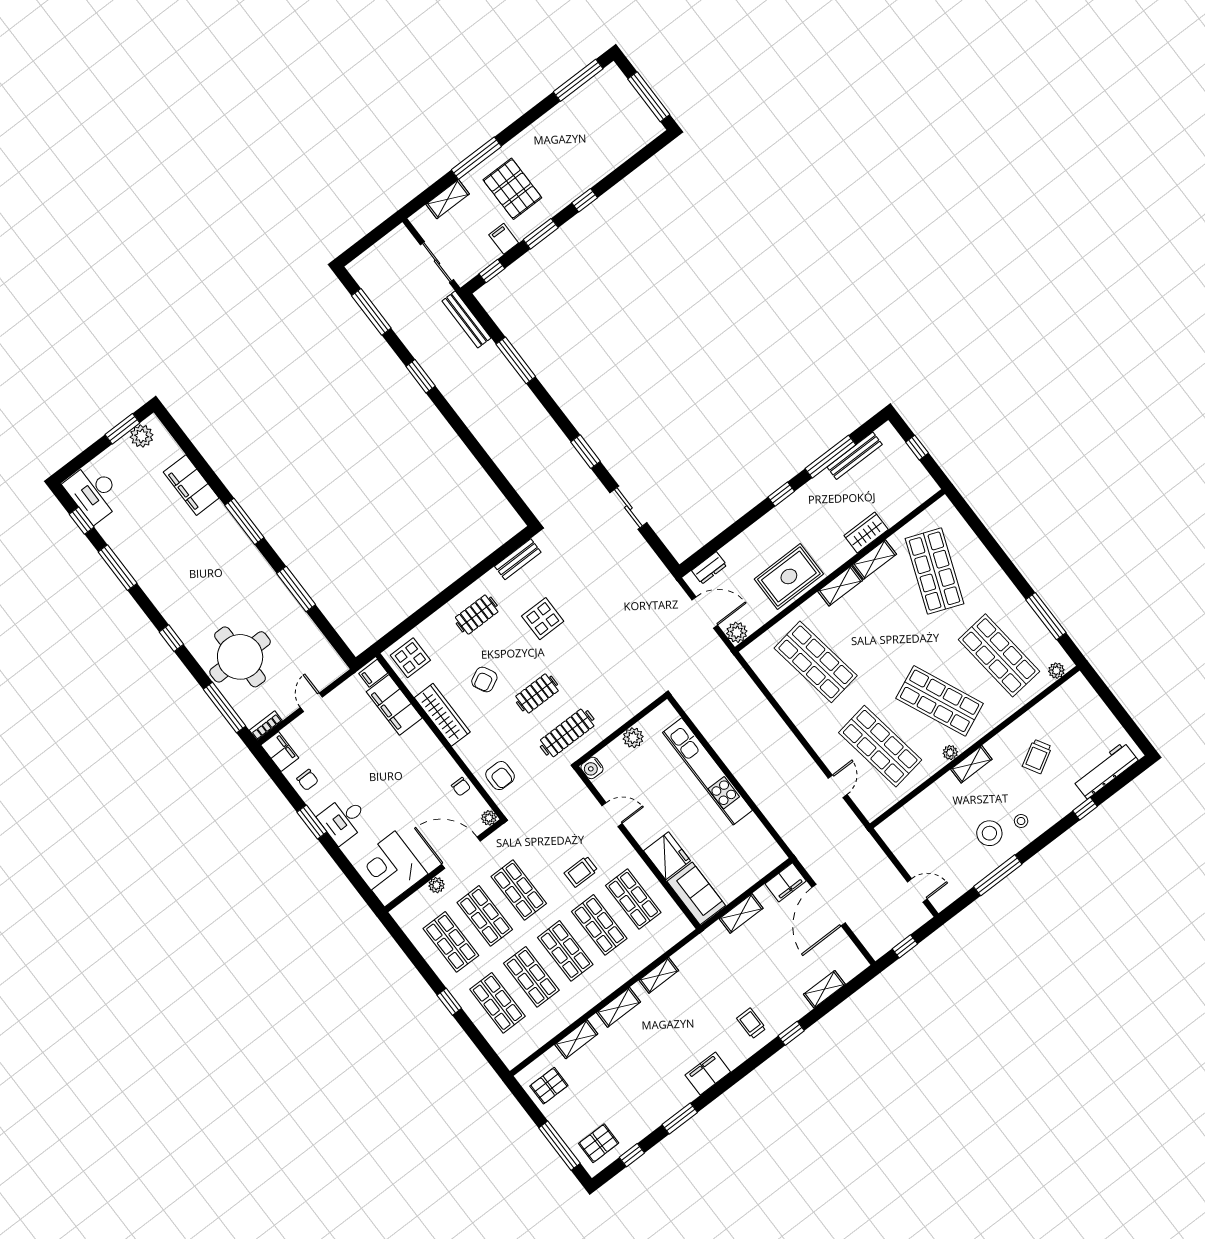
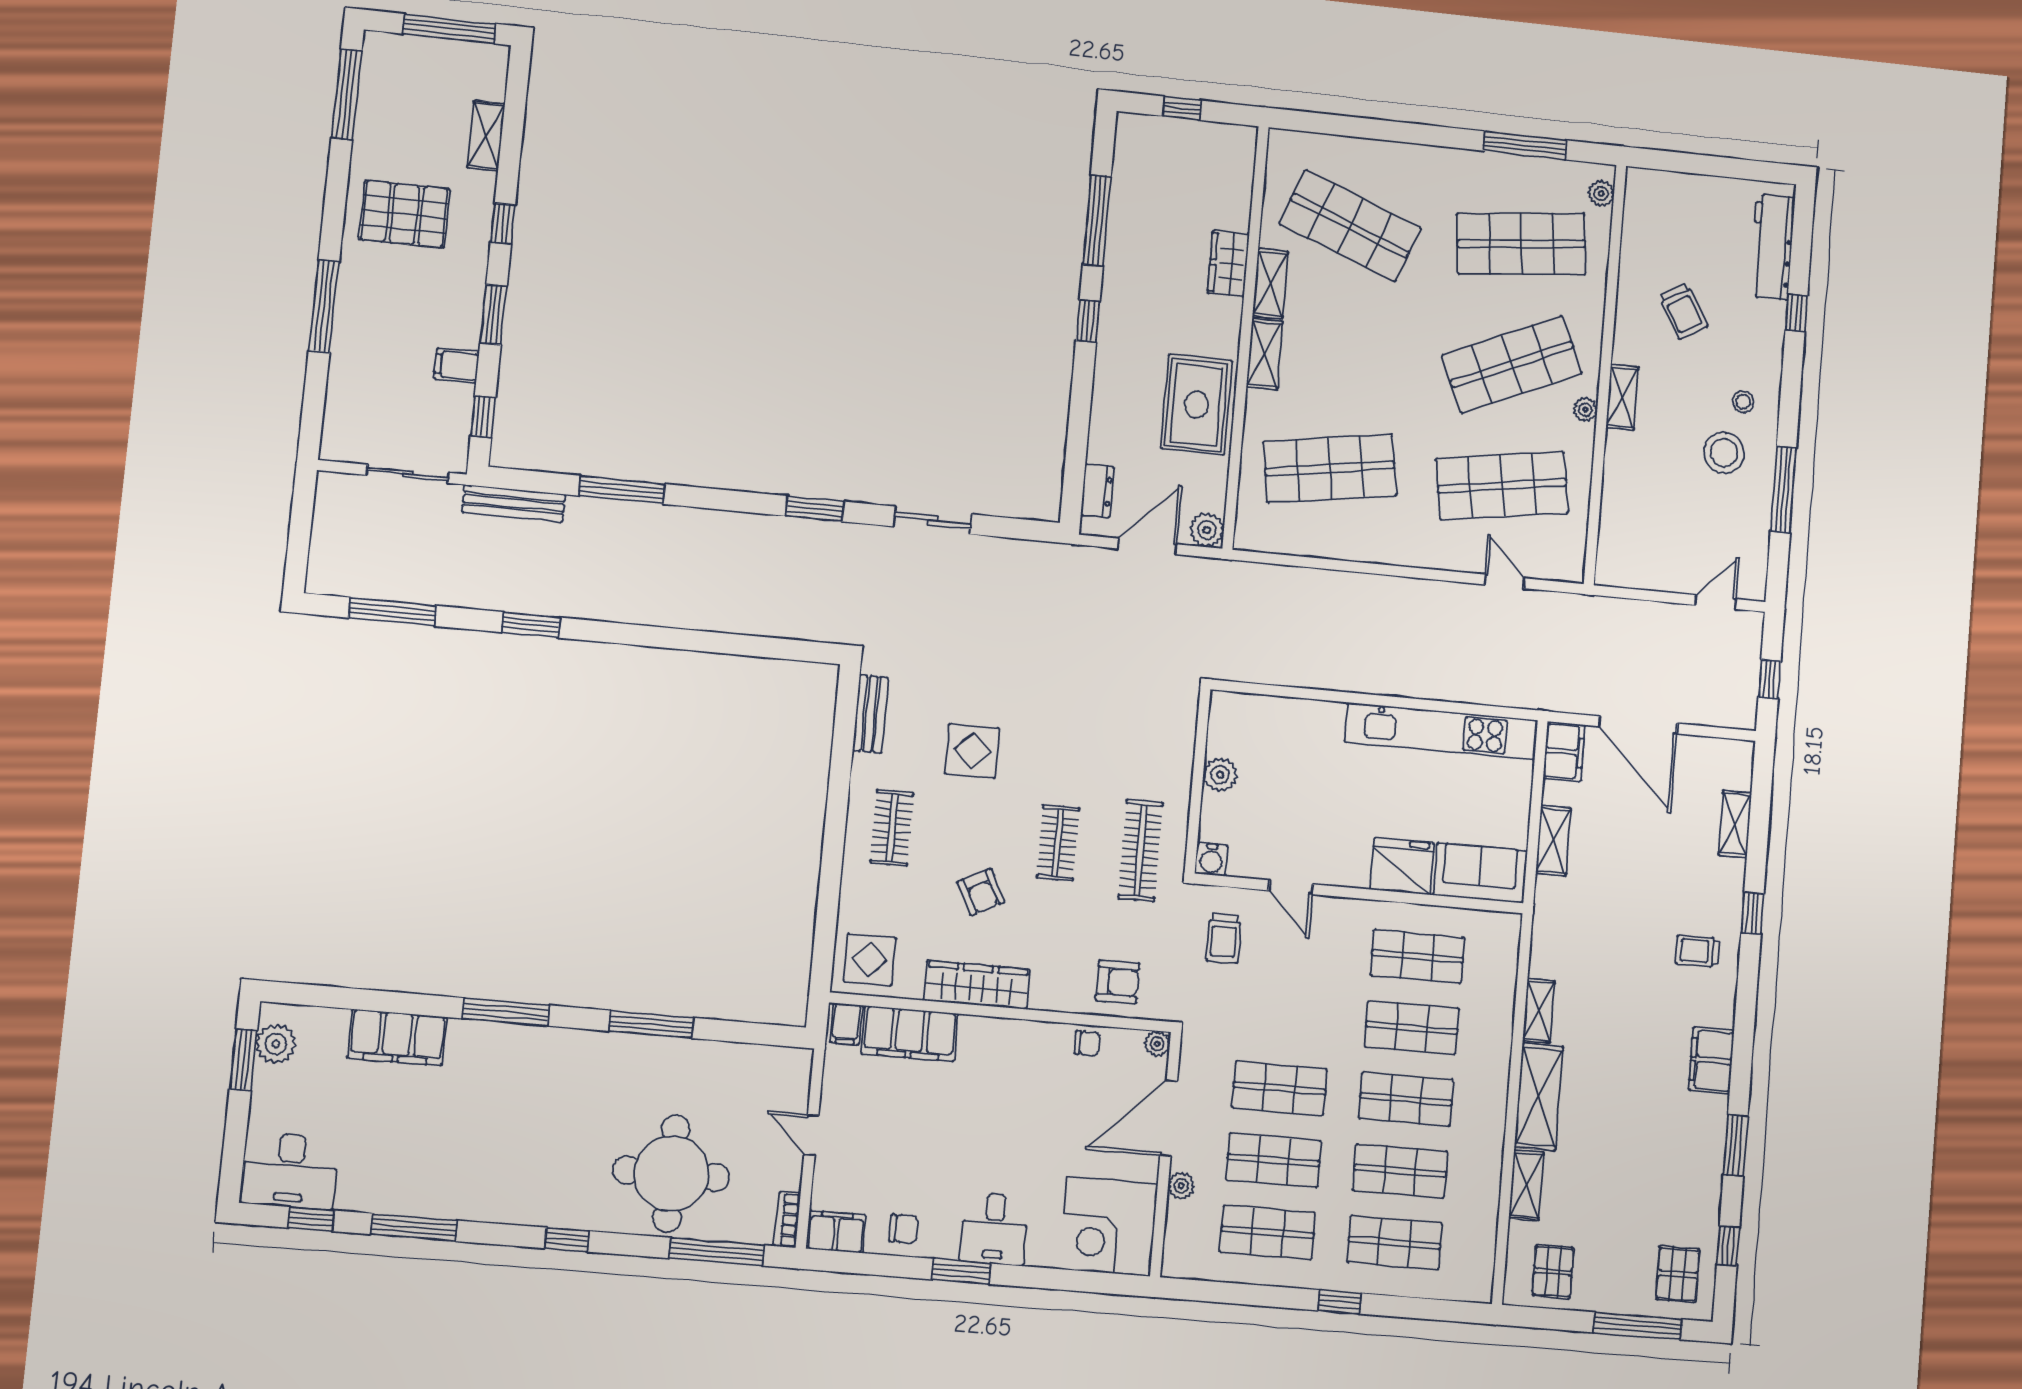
pallet: (512, 189) -> (404, 214), moved
shelving: (448, 199) -> (486, 136), moved
bench: (855, 456) -> (1123, 191), removed
kitchen unit: (707, 771) -> (1441, 731), moved
door: (612, 815) -> (1291, 887), swing flipped
trolley: (581, 872) -> (1224, 938), moved
shelving: (619, 1007) -> (1539, 1097), width x1.50, depth x1.33

